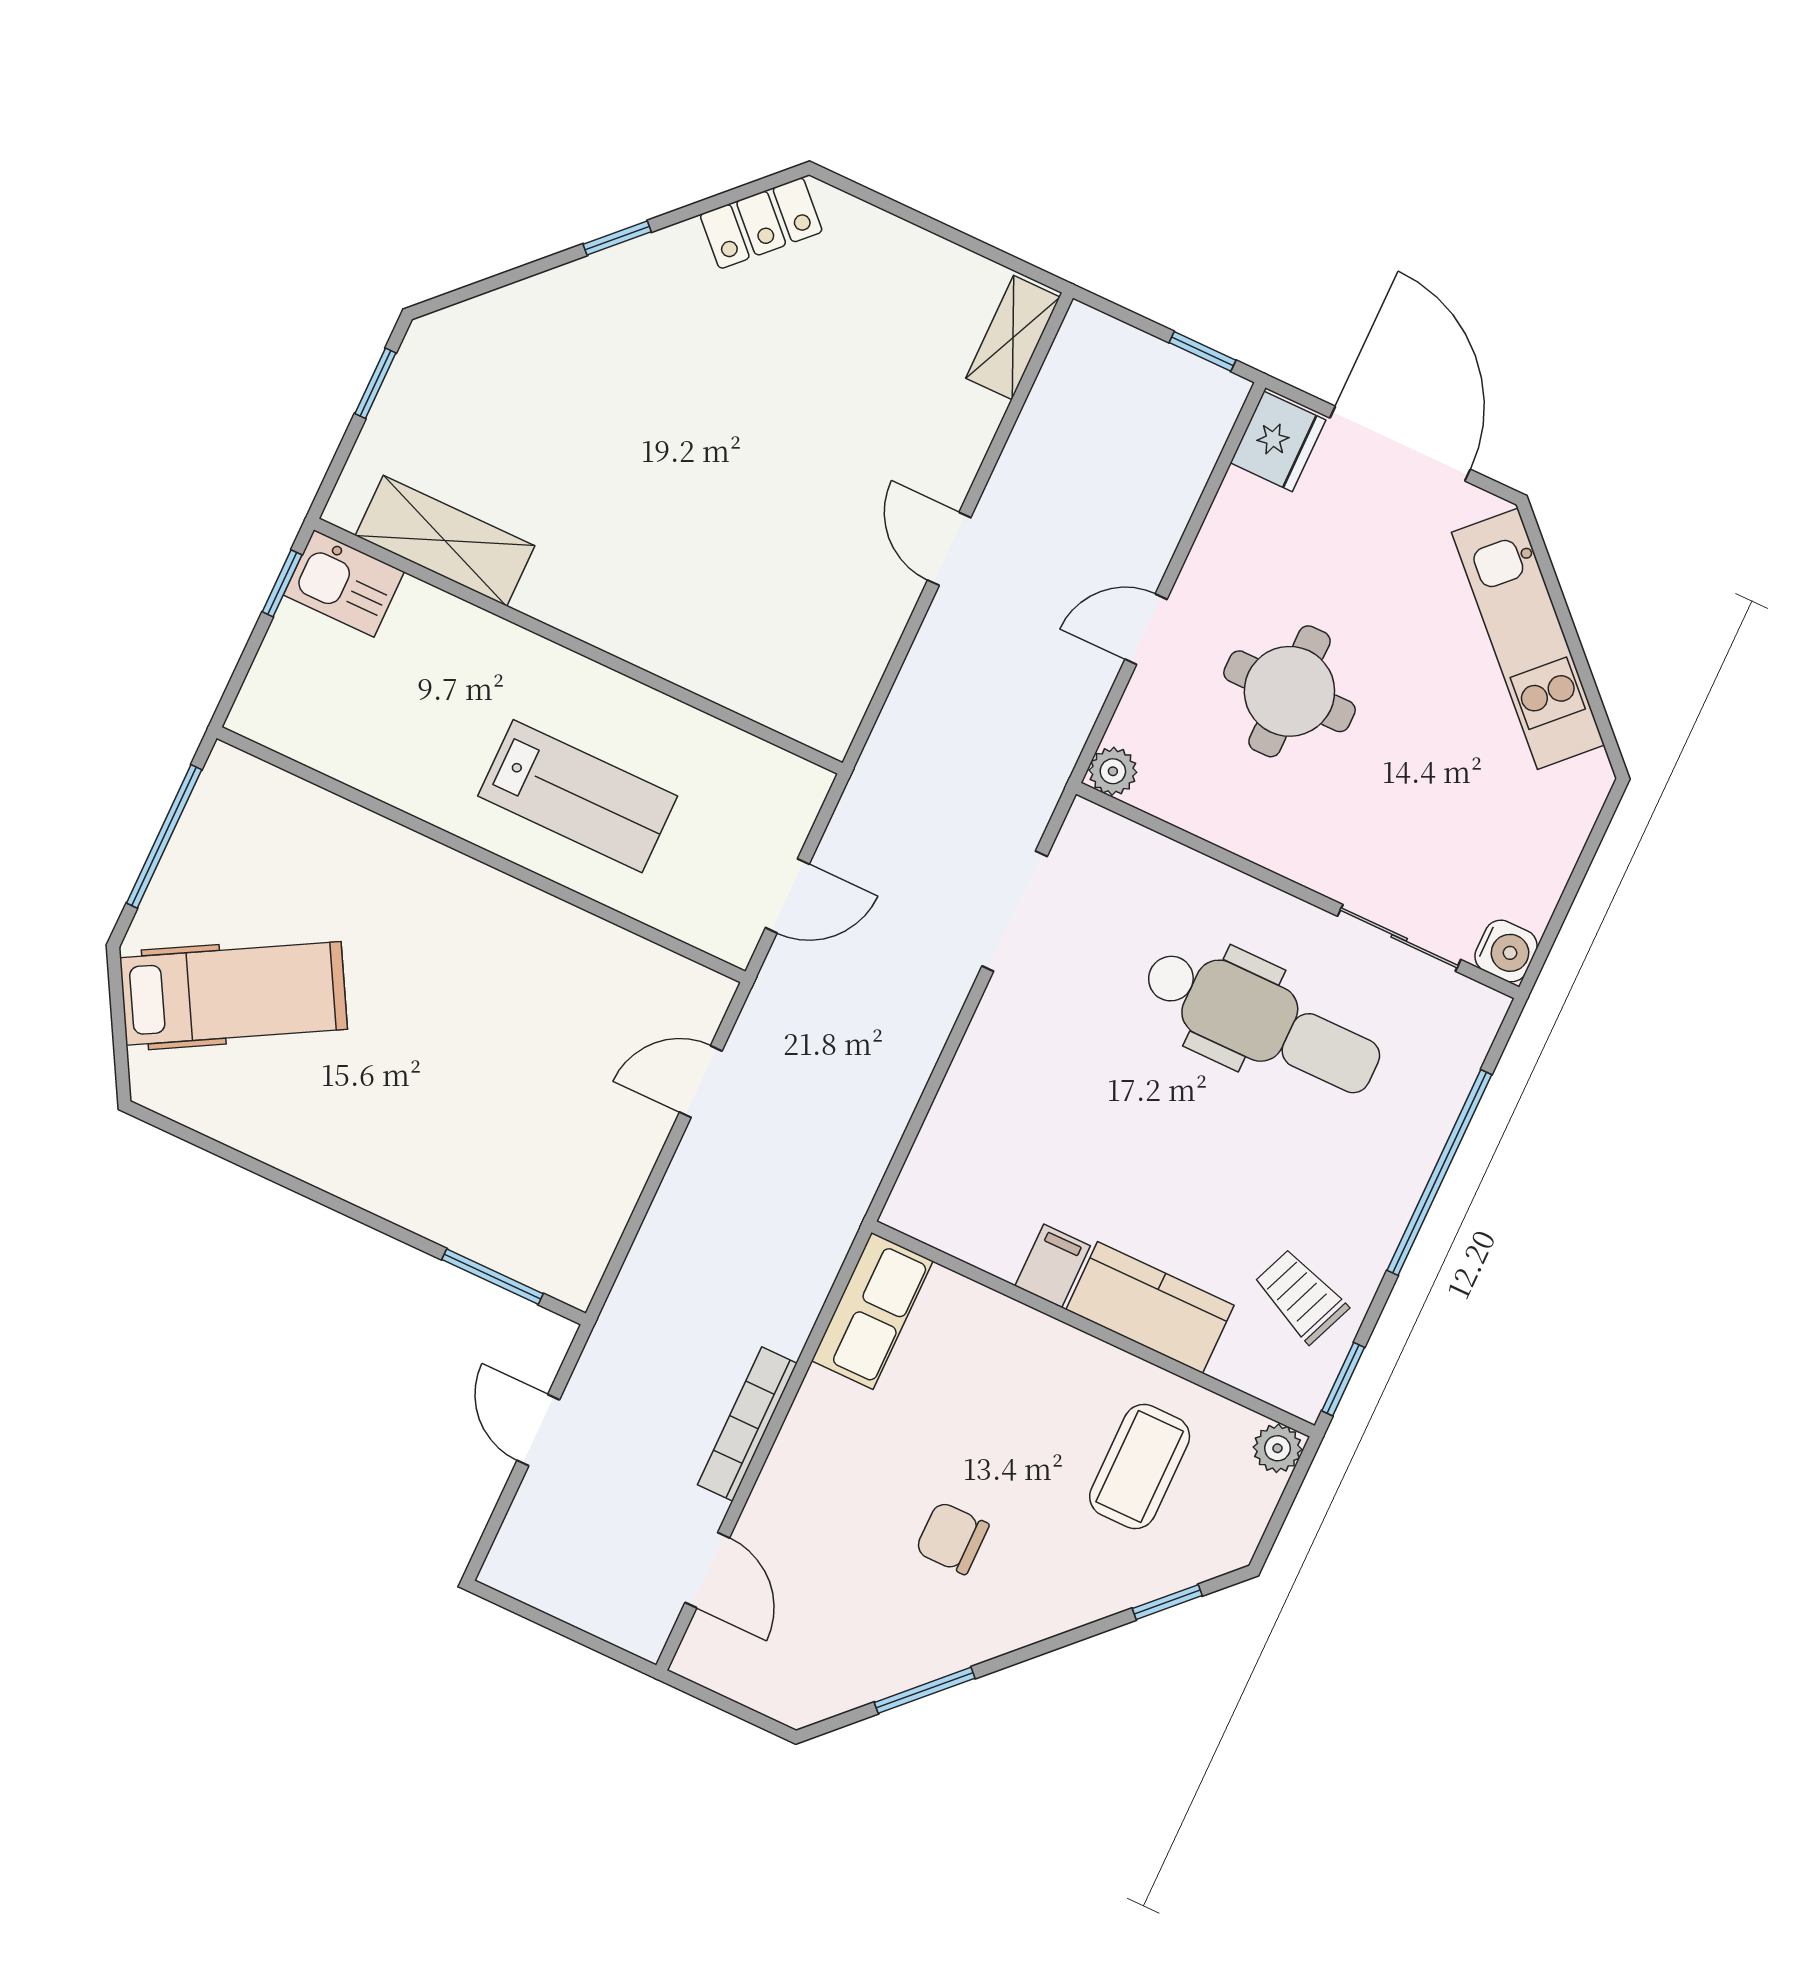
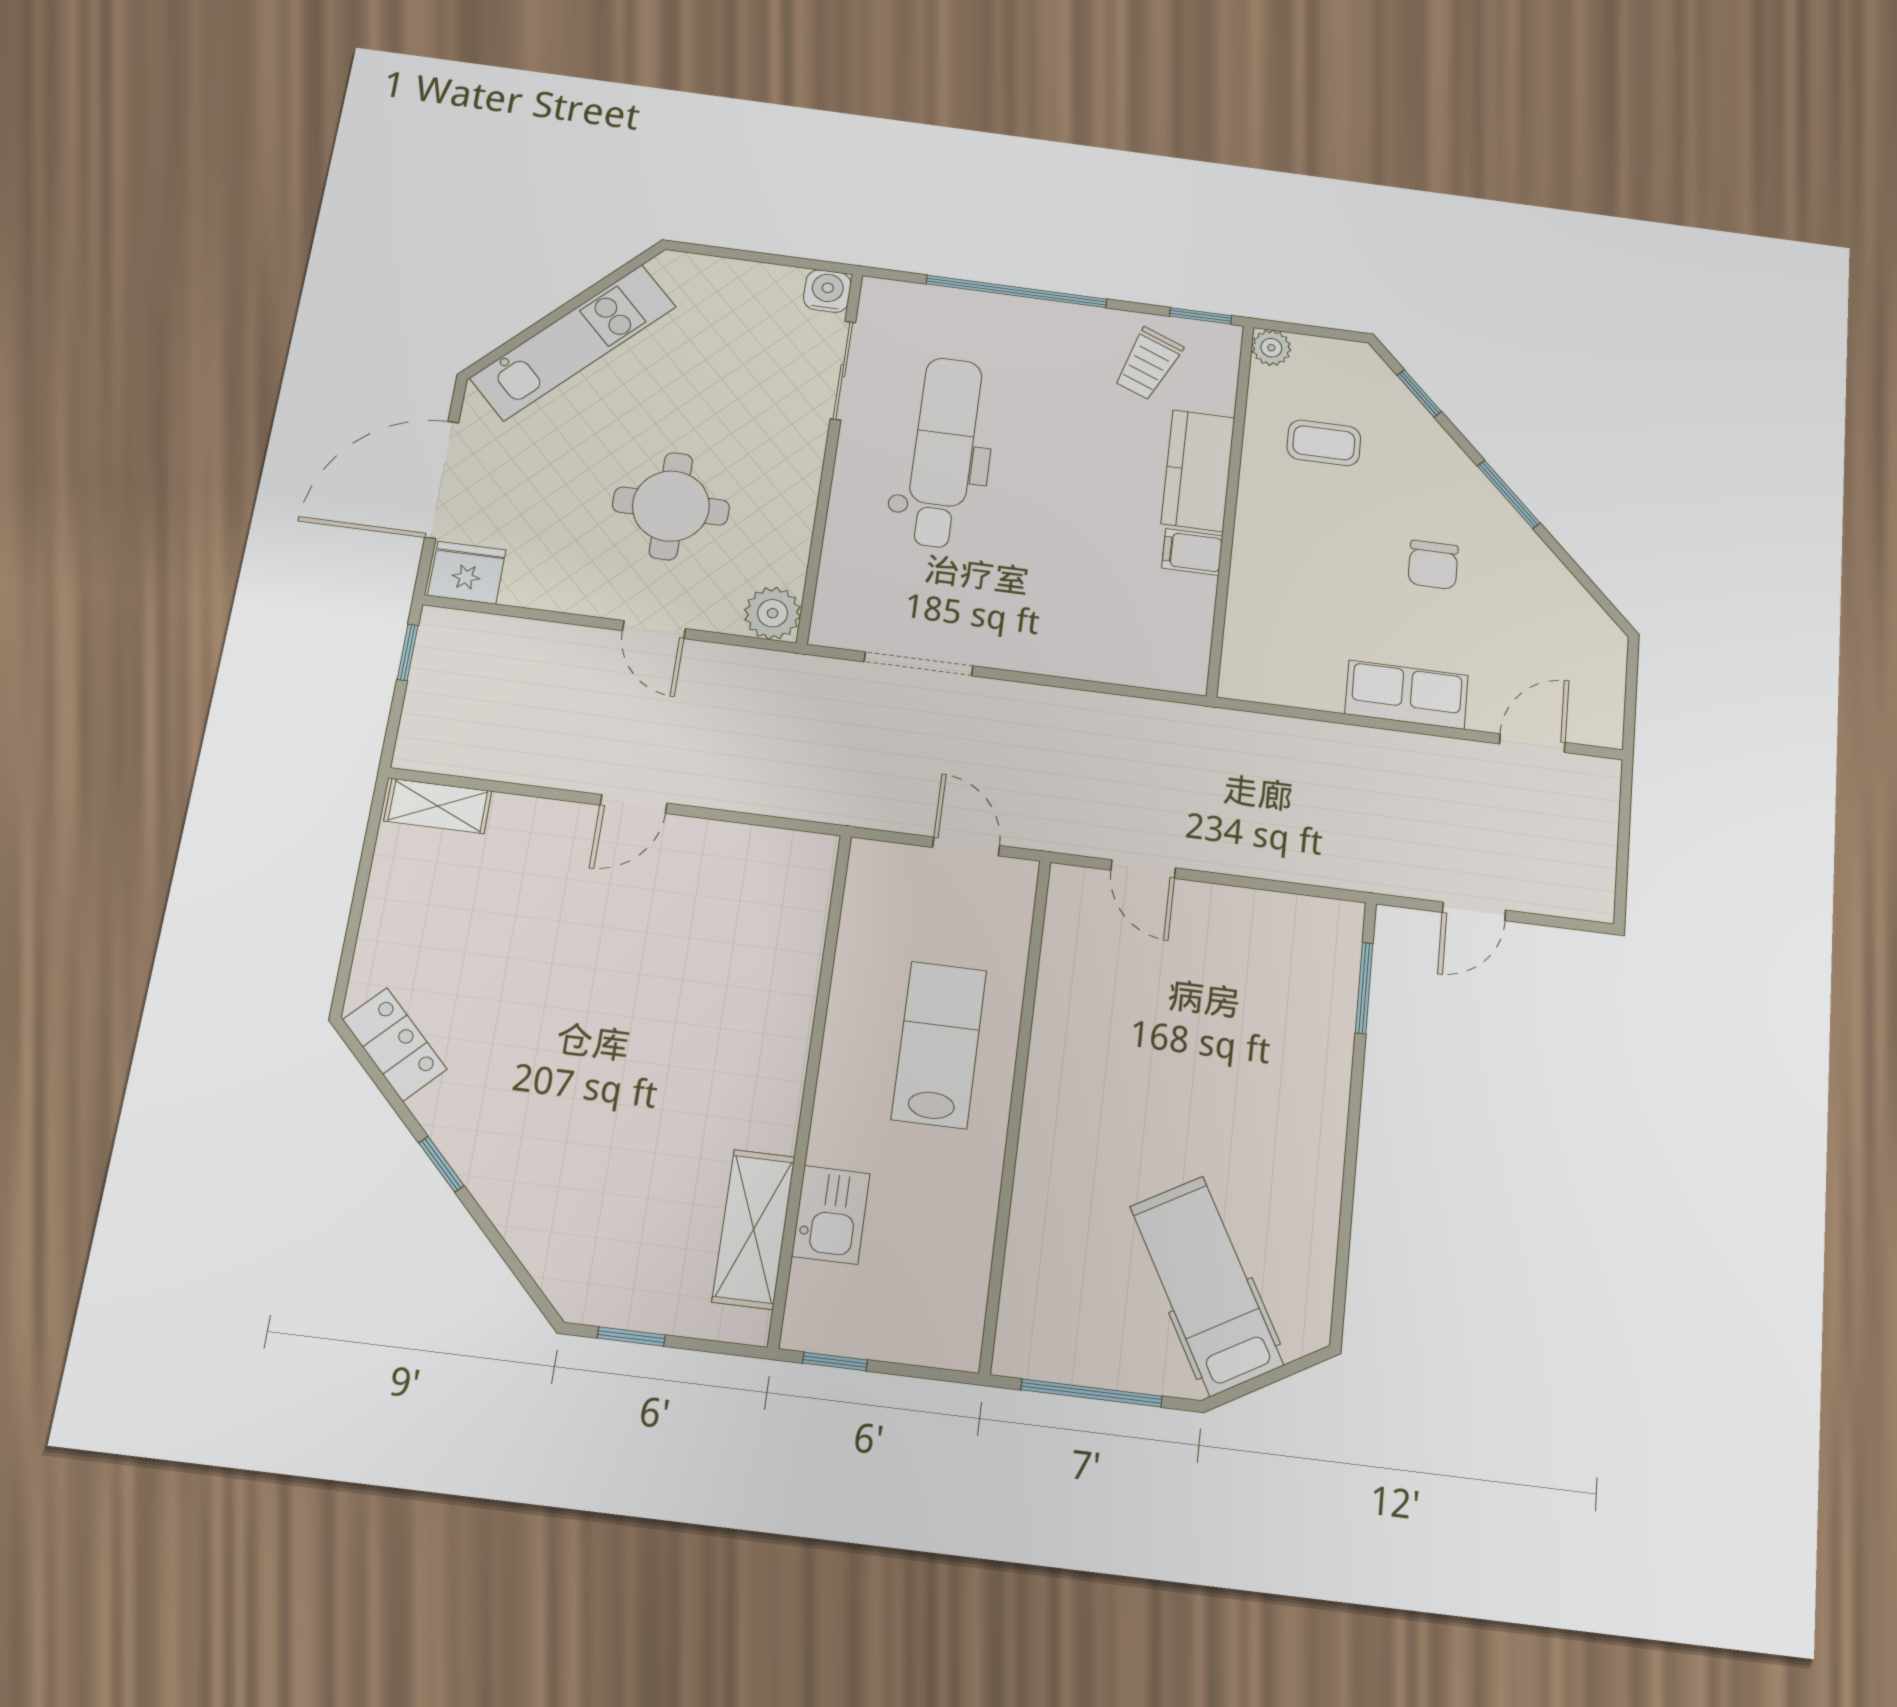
kitchen sink: (344, 583) -> (831, 1215), moved
plant: (1113, 771) -> (773, 613), width x1.38, depth x1.38
row of seats: (872, 1311) -> (1407, 695), moved
bookcase: (747, 1424) -> (1405, 747), removed
coffee table: (1140, 1466) -> (1324, 443), width x0.73, depth x0.77
window: (925, 1690) -> (1509, 494), moved

